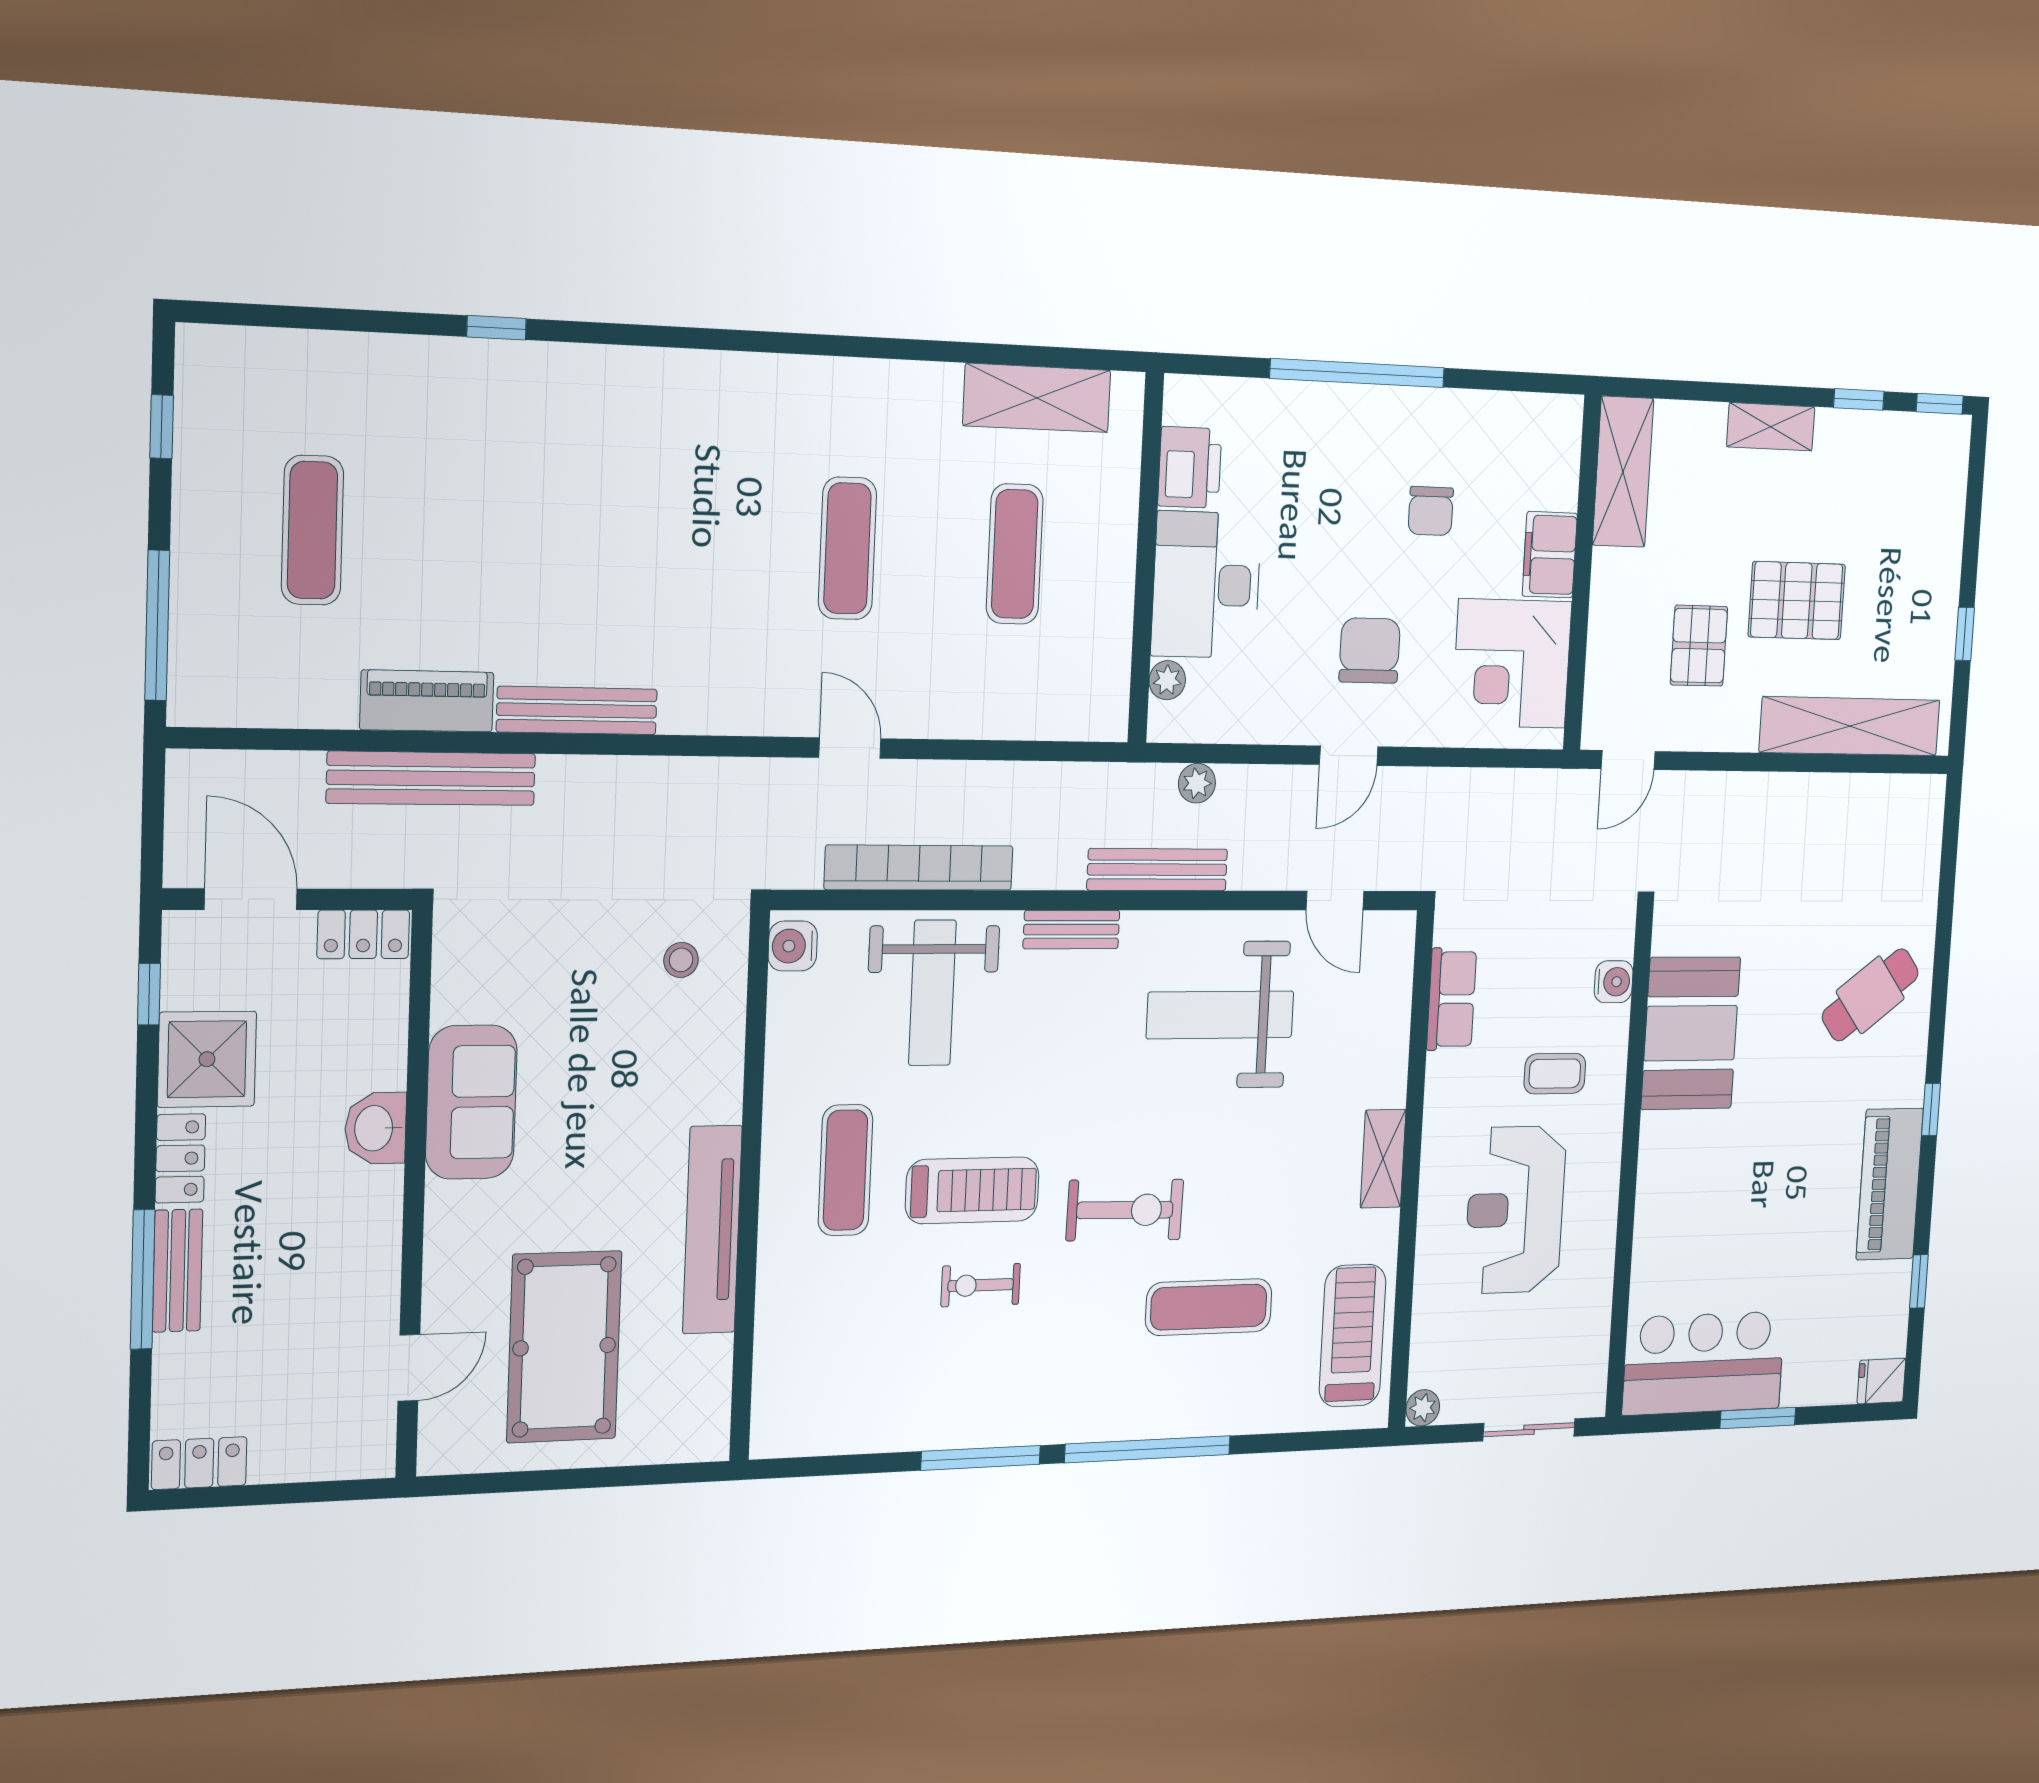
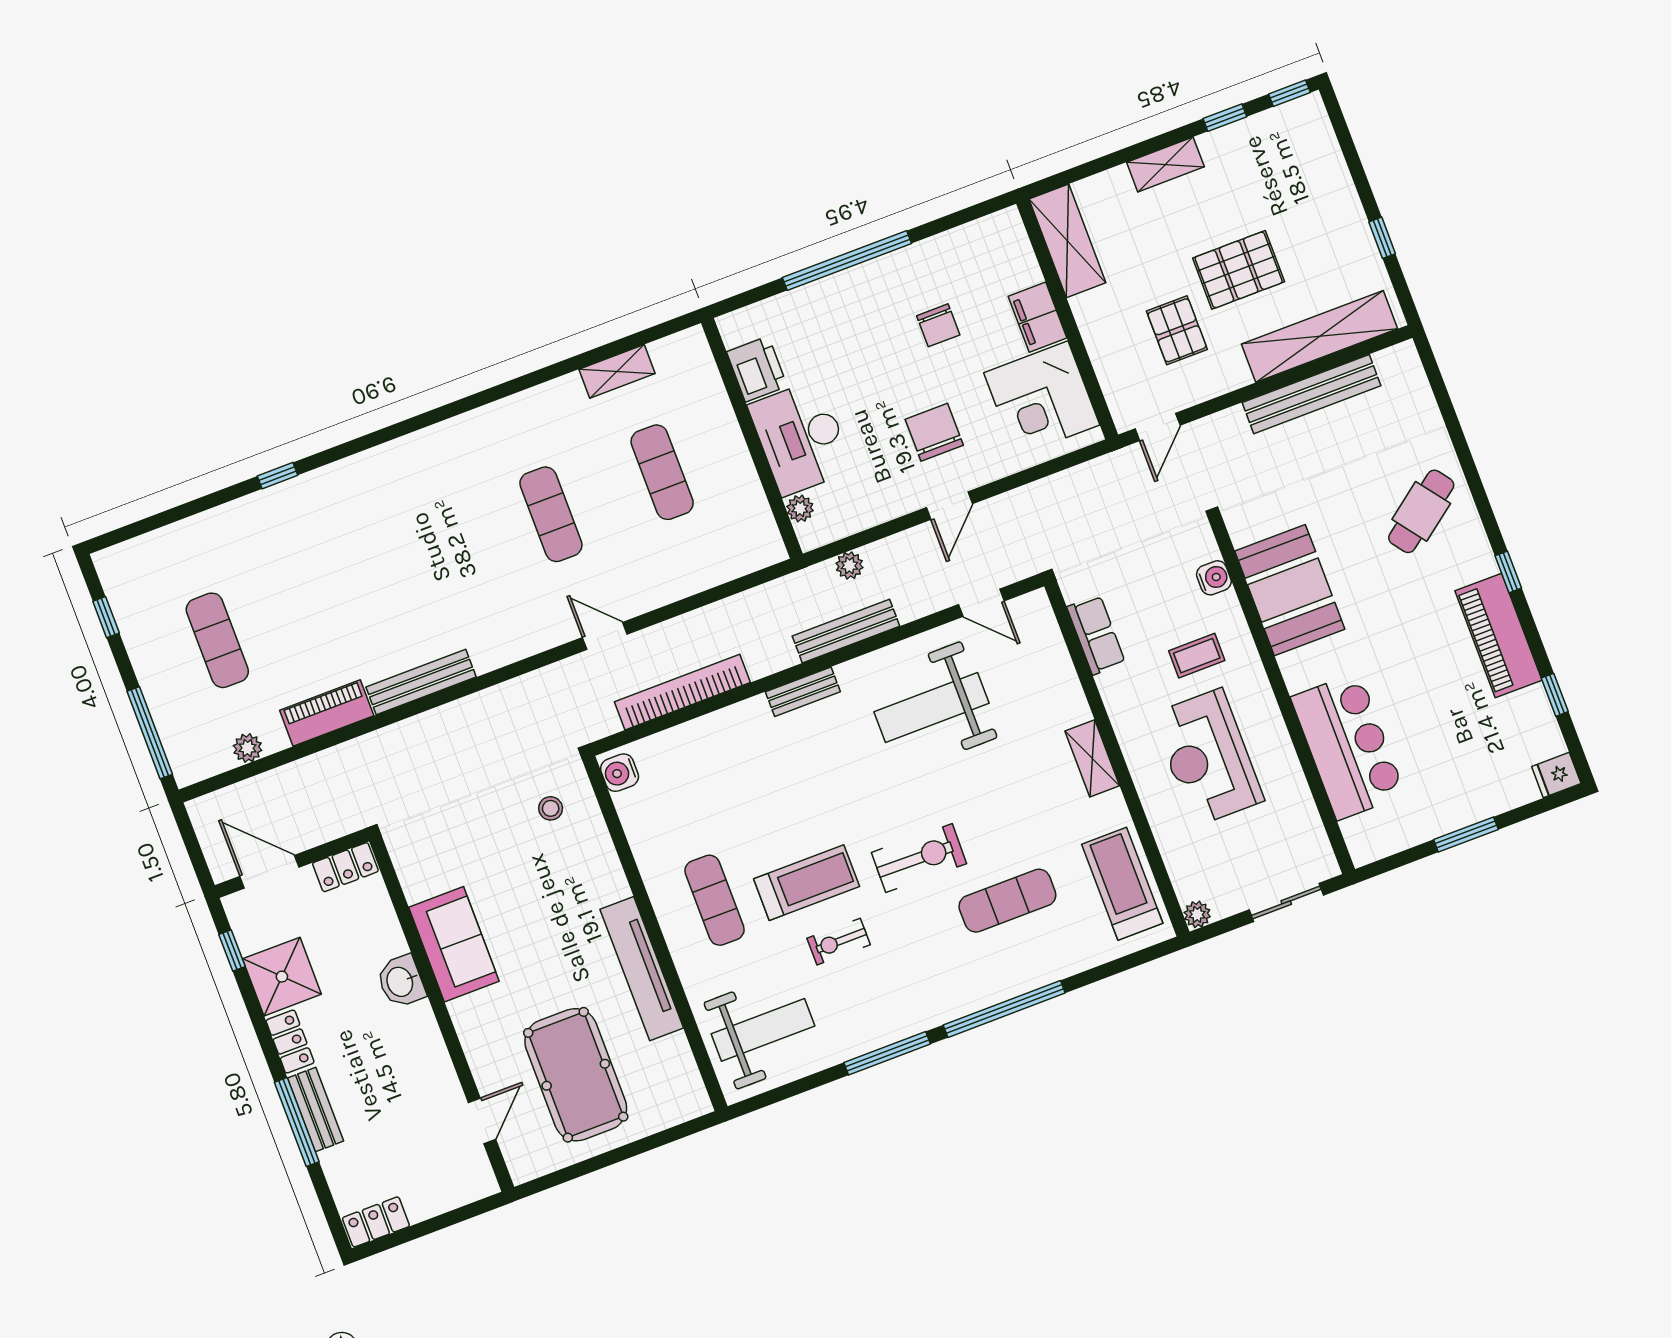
shelving: (1037, 398) -> (617, 371), width x0.67, depth x0.75
plant: (292, 706) -> (248, 748), added
bench: (431, 778) -> (1311, 394), moved
weight bench: (932, 993) -> (763, 1030), moved, turned -90
bar counter: (1704, 1363) -> (1348, 746), moved, turned 90

